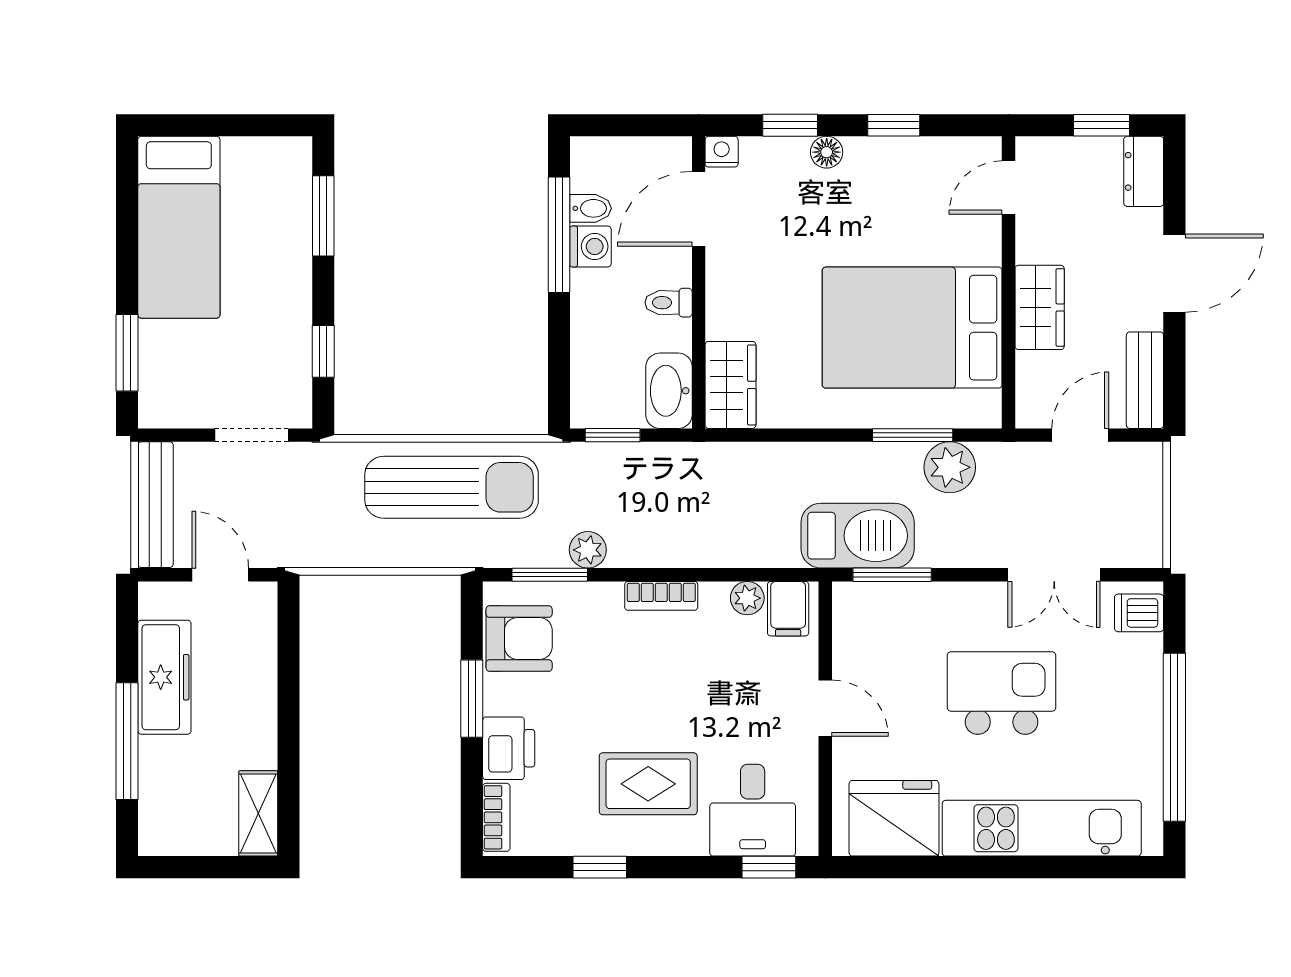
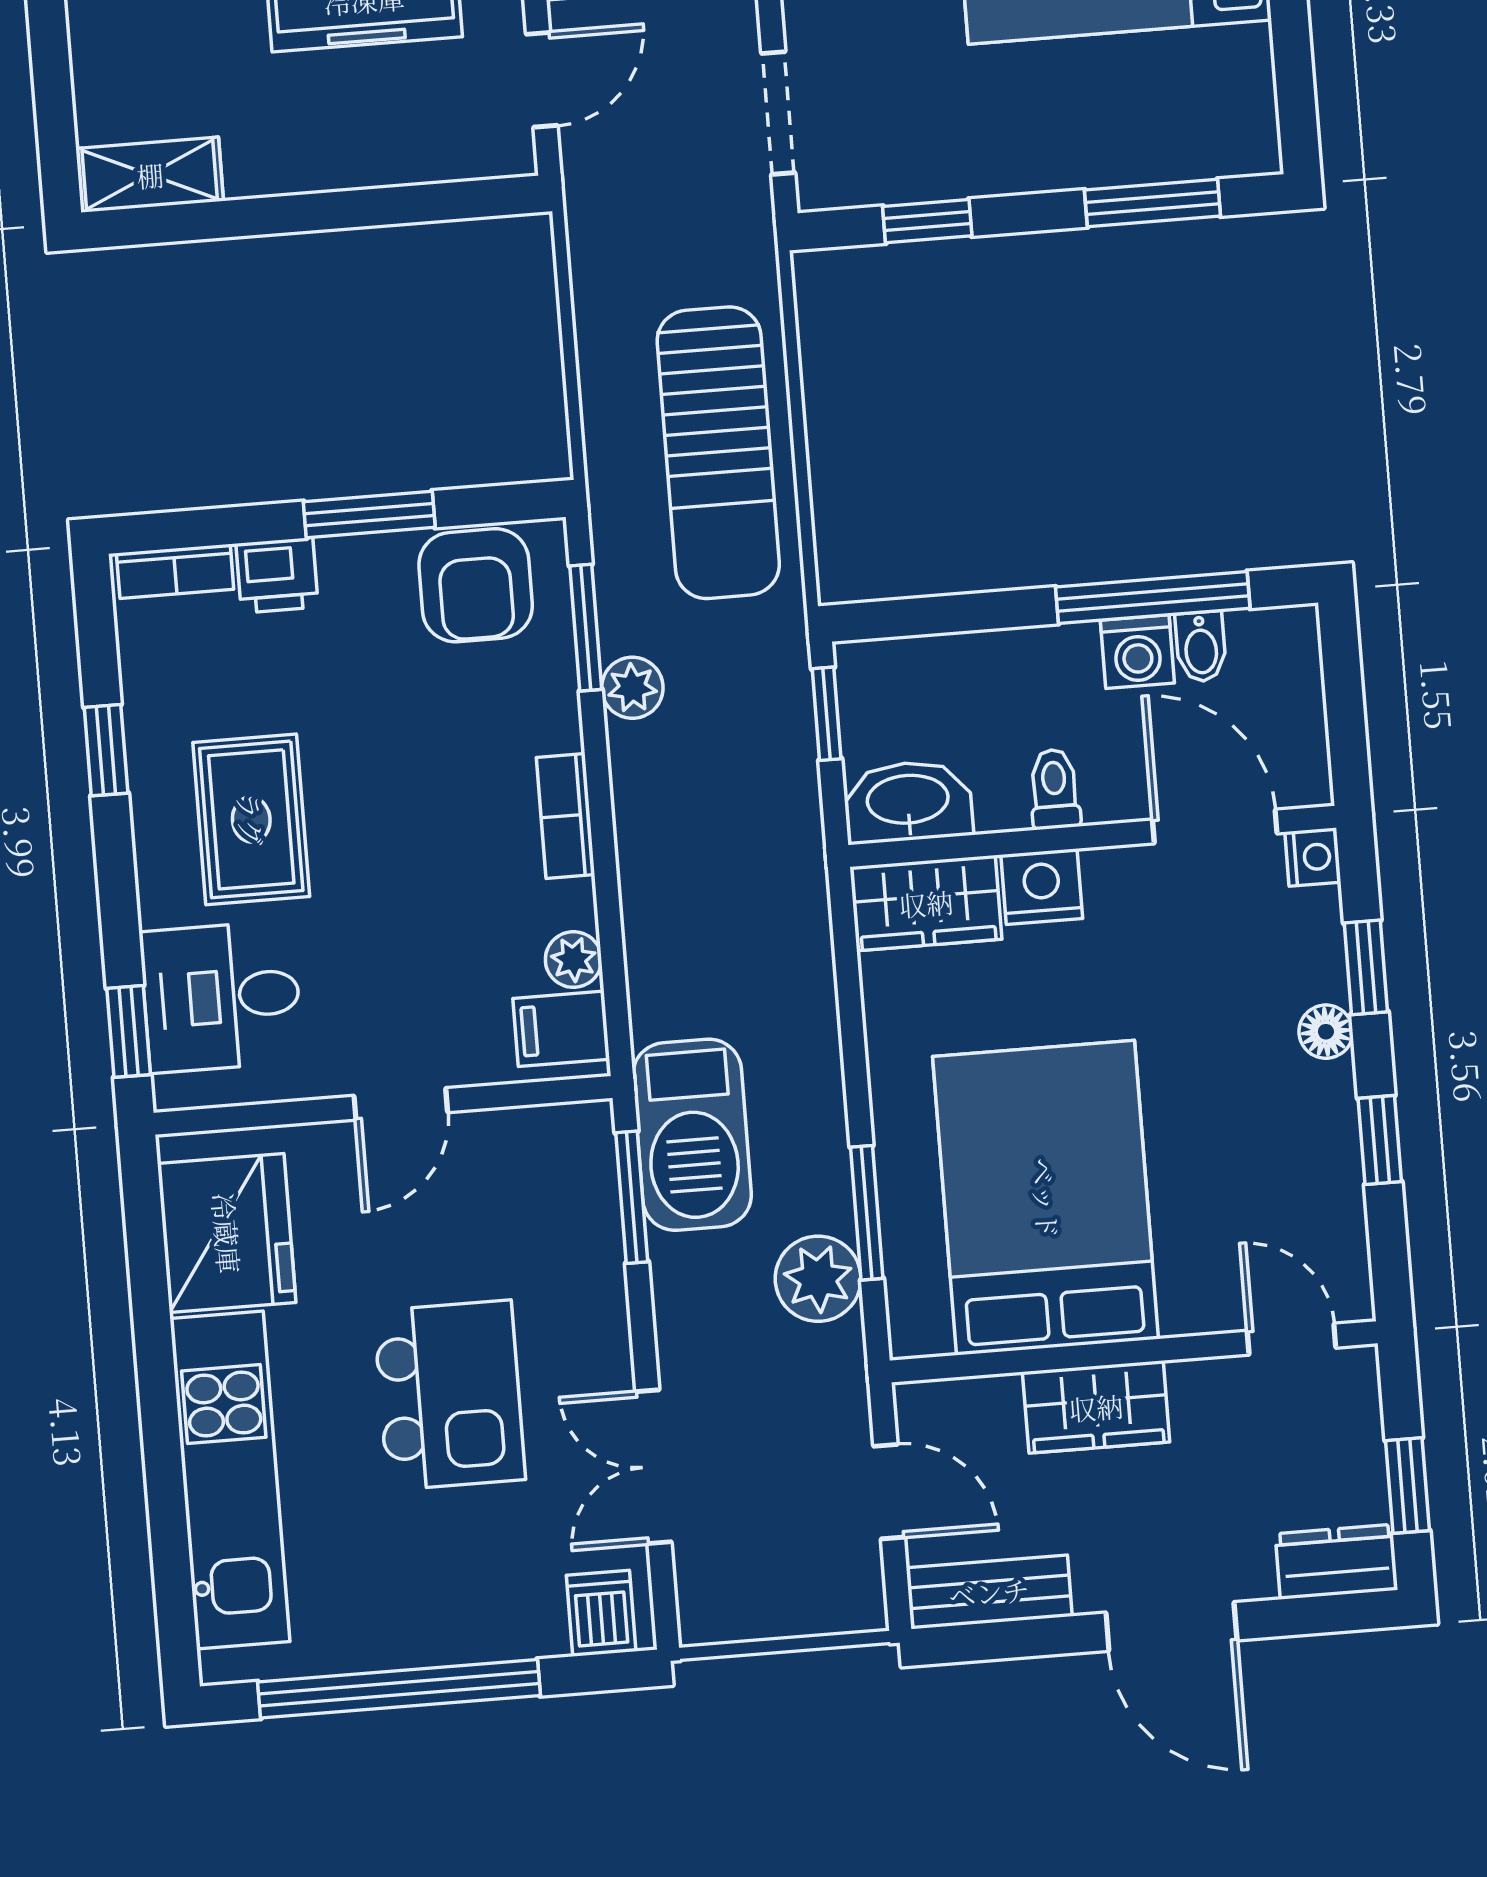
nightstand: (726, 315) -> (1042, 887), added
printer: (509, 748) -> (277, 575), width x0.73, depth x0.81

